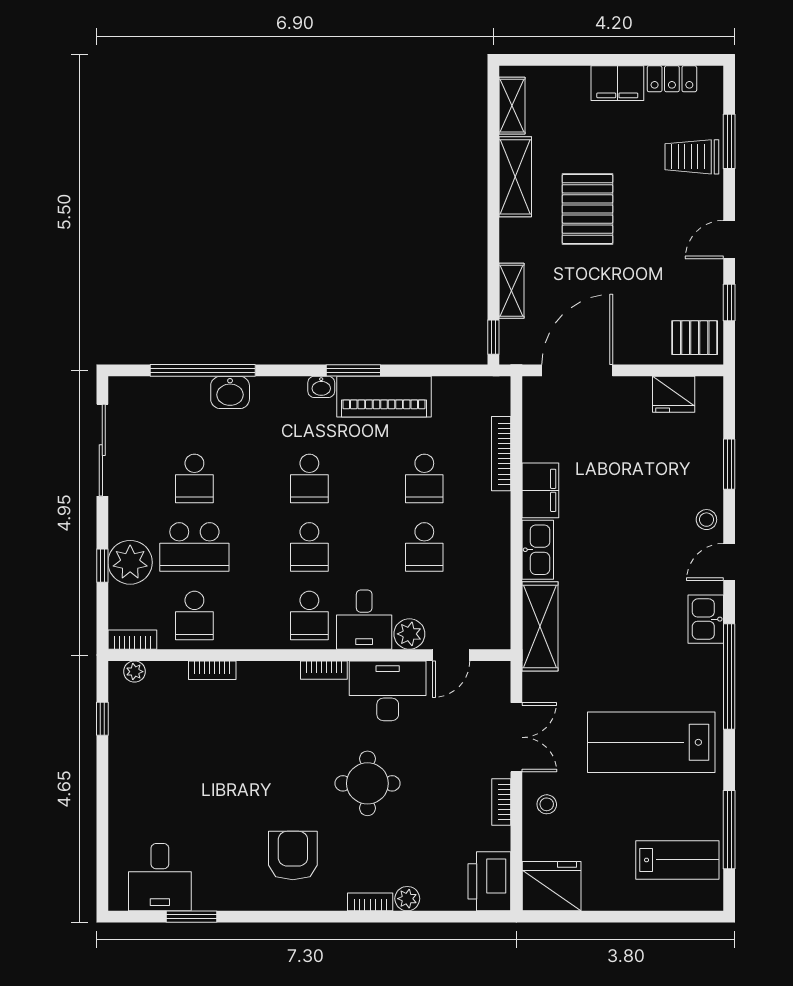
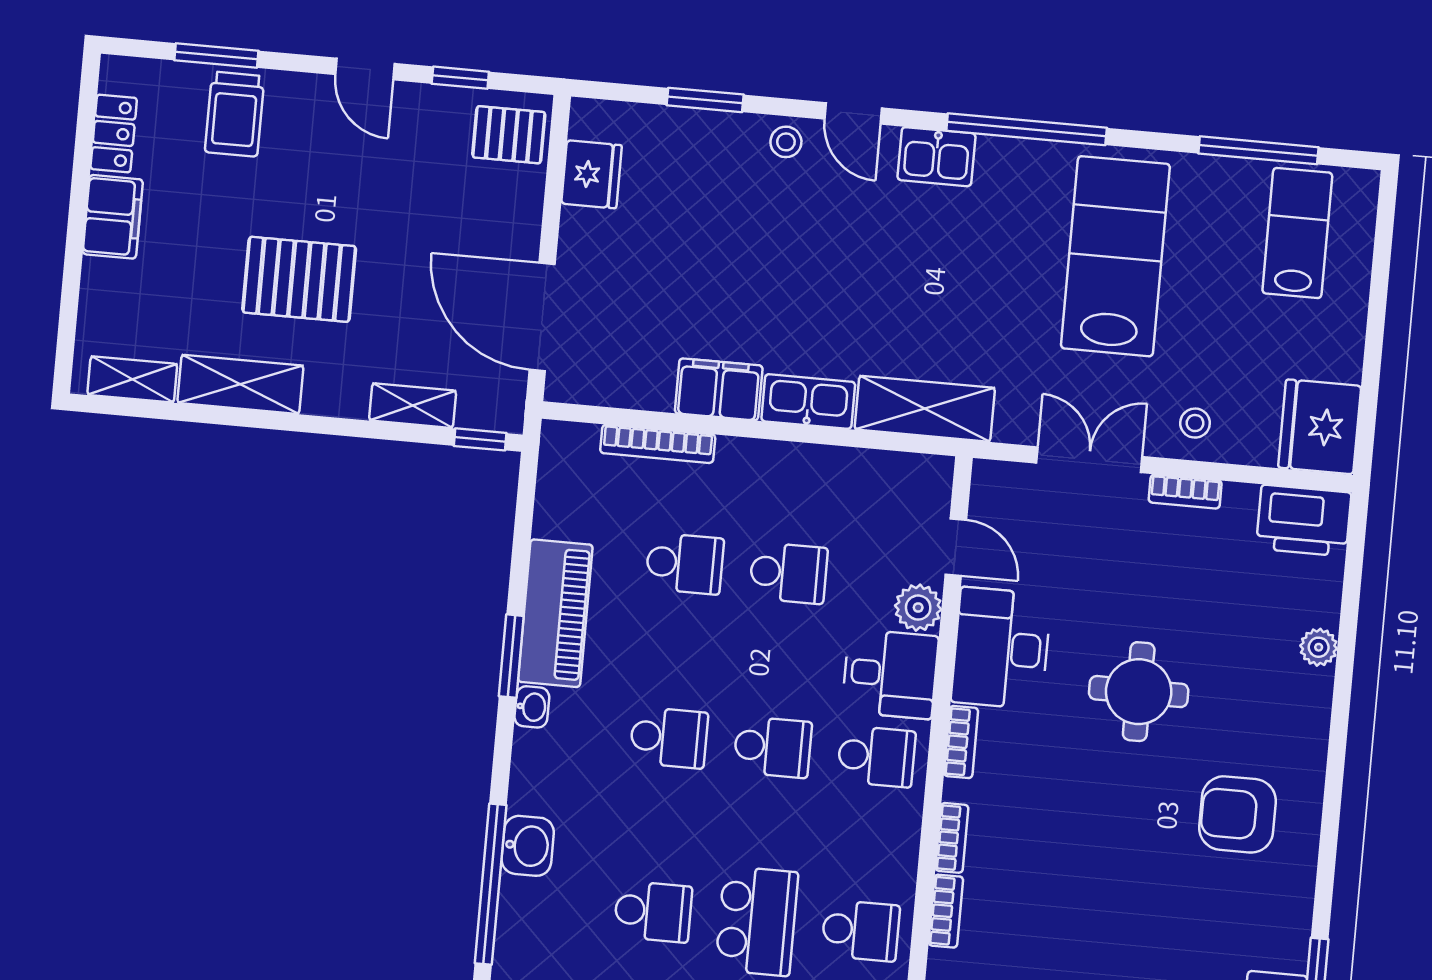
pallet: (695, 338) -> (509, 135), turned 90
lab bench: (651, 742) -> (1115, 256), turned 180
bookcase: (370, 902) -> (952, 838), moved, turned 180

